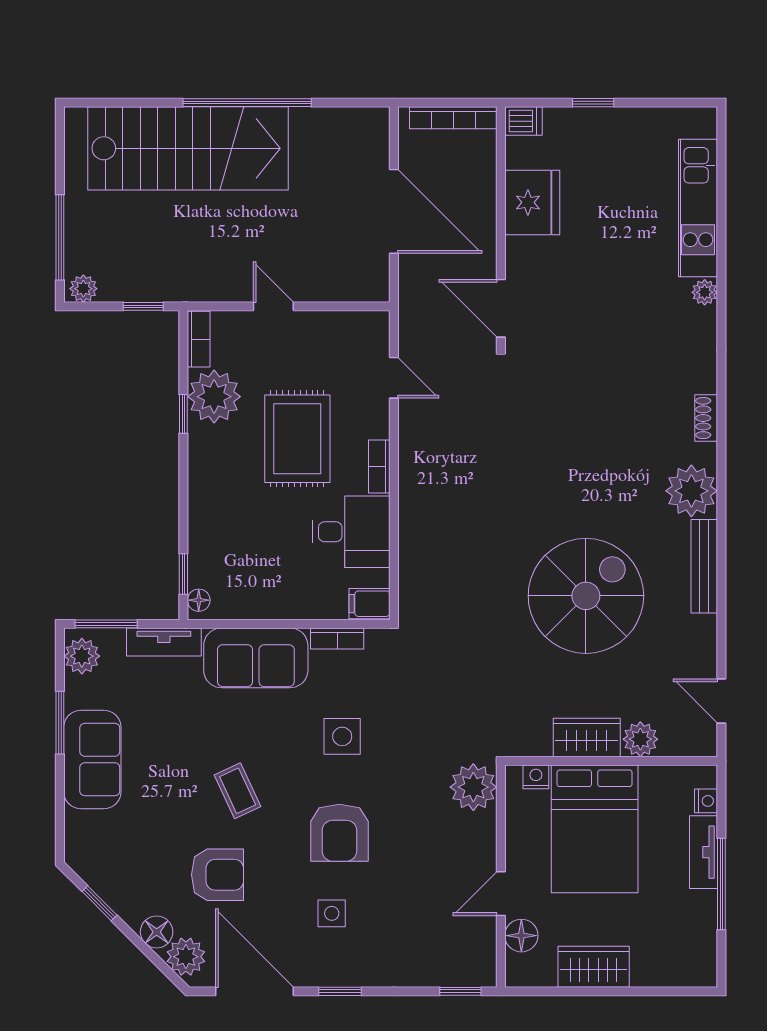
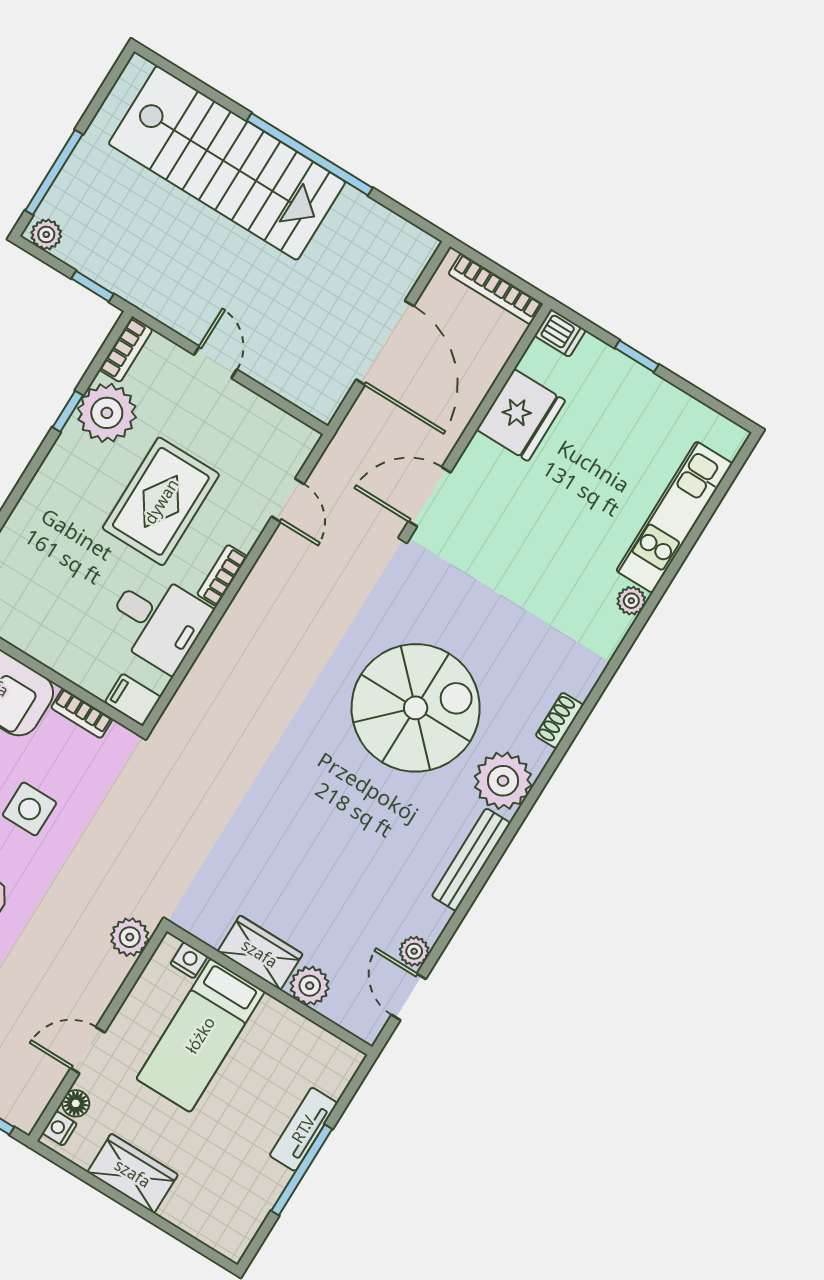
door: (501, 308) -> (429, 497), hinge flipped
spiral stairs: (586, 596) -> (416, 708), moved
plant: (704, 663) -> (414, 951), added
plant: (473, 787) -> (130, 937), width x0.73, depth x0.73
nightstand: (706, 801) -> (60, 1128), moved, turned 180
bed: (595, 829) -> (200, 1035), width x0.67
floor lamp: (521, 936) -> (76, 1103), width x0.73, depth x0.73

